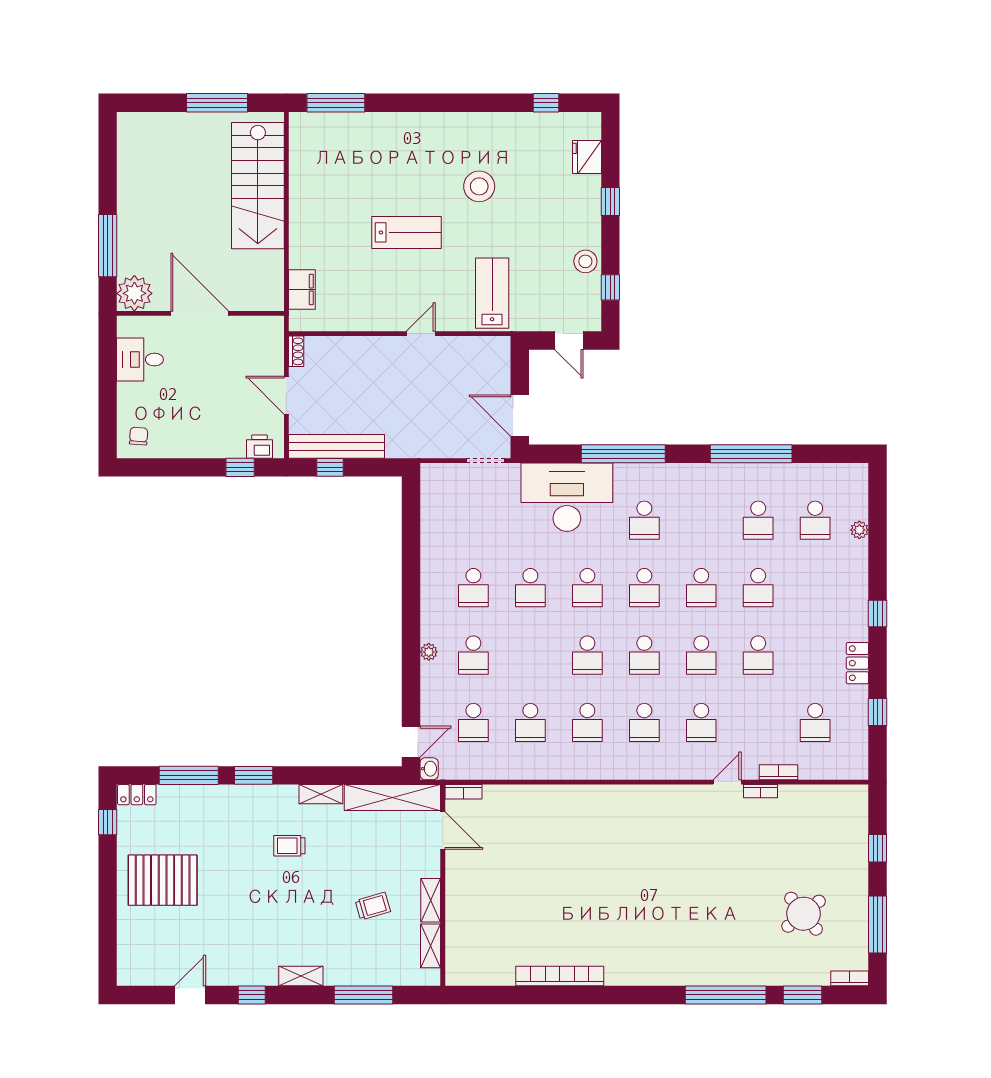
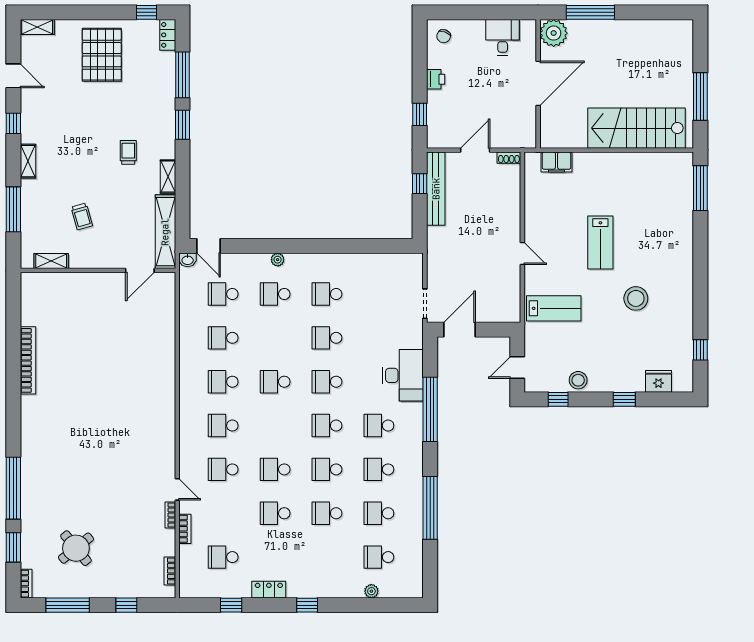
chair: (139, 436) -> (444, 36), turned 106
printer: (260, 447) -> (436, 79), moved
desk: (567, 497) -> (403, 375), width x0.73, depth x0.77
school desk: (644, 655) -> (379, 469), moved
bookcase: (463, 792) -> (170, 571), moved
shelving: (431, 900) -> (37, 27), moved

